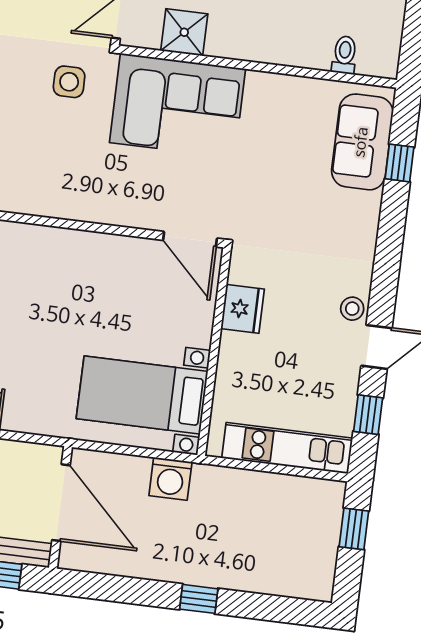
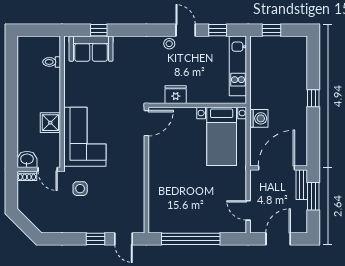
shower: (184, 32) -> (50, 123), moved

